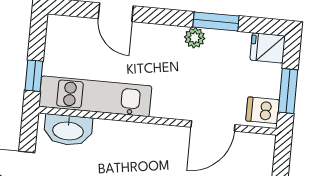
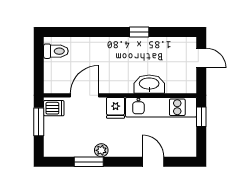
fridge: (268, 48) -> (116, 108), moved, turned 90
washbasin: (68, 130) -> (149, 84), moved

